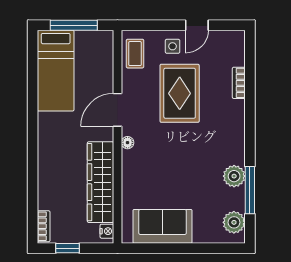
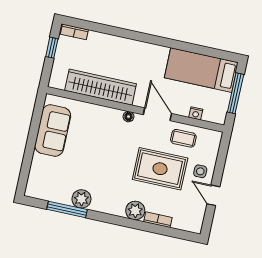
coffee table: (135, 54) -> (183, 138), moved
plant: (234, 222) -> (135, 211), moved
nightstand: (107, 231) -> (196, 113), moved

